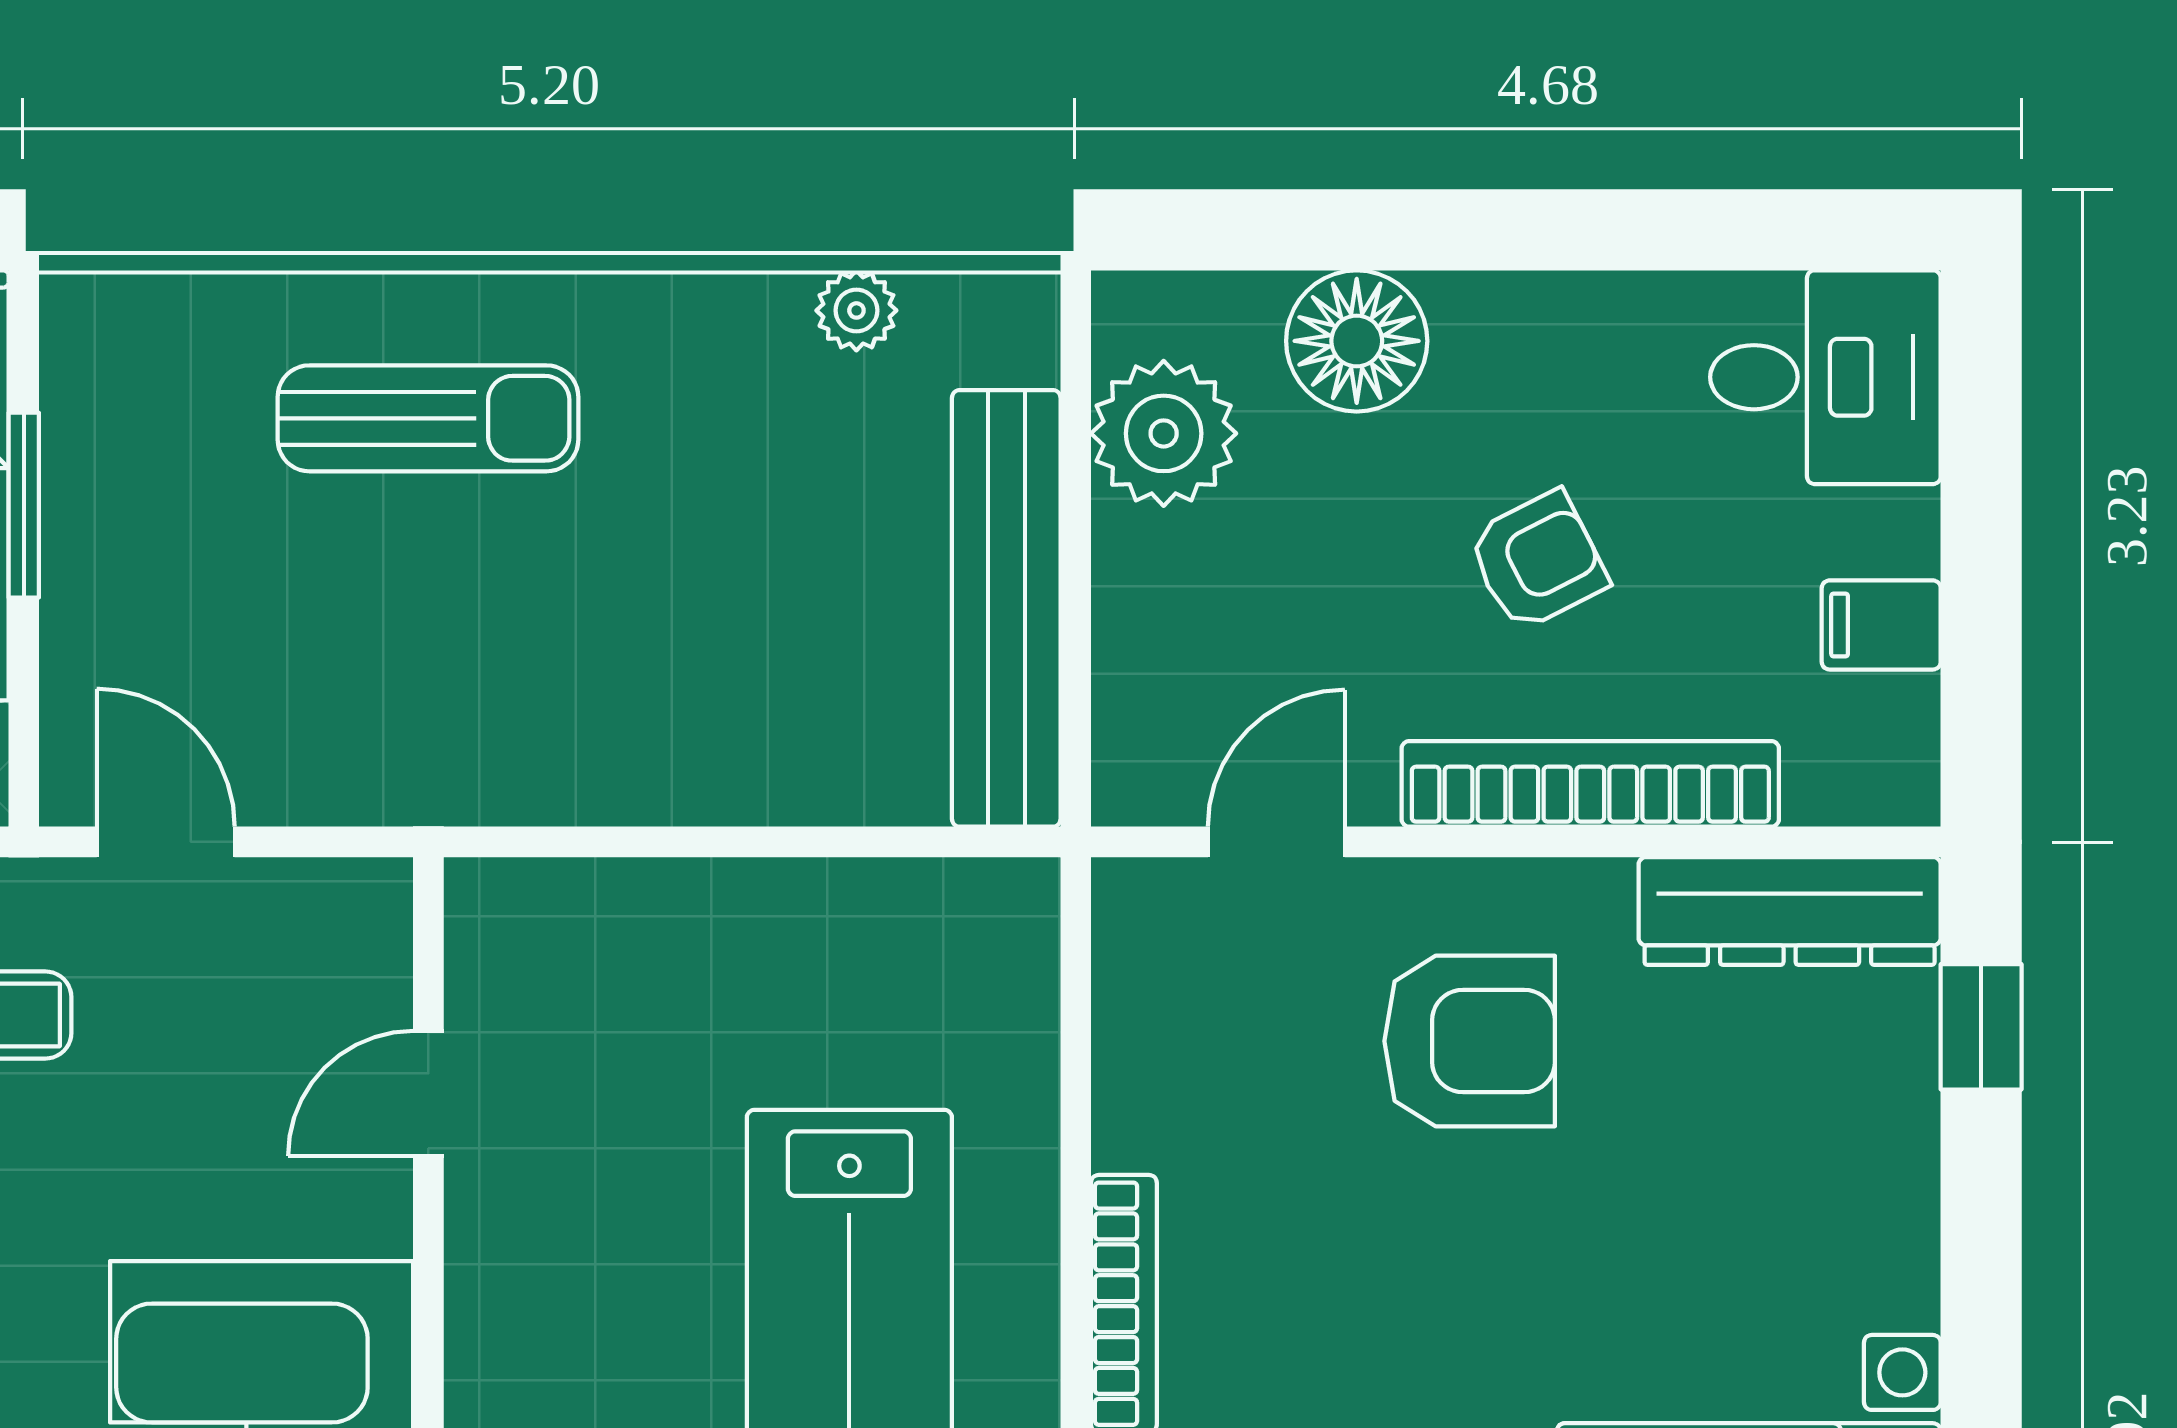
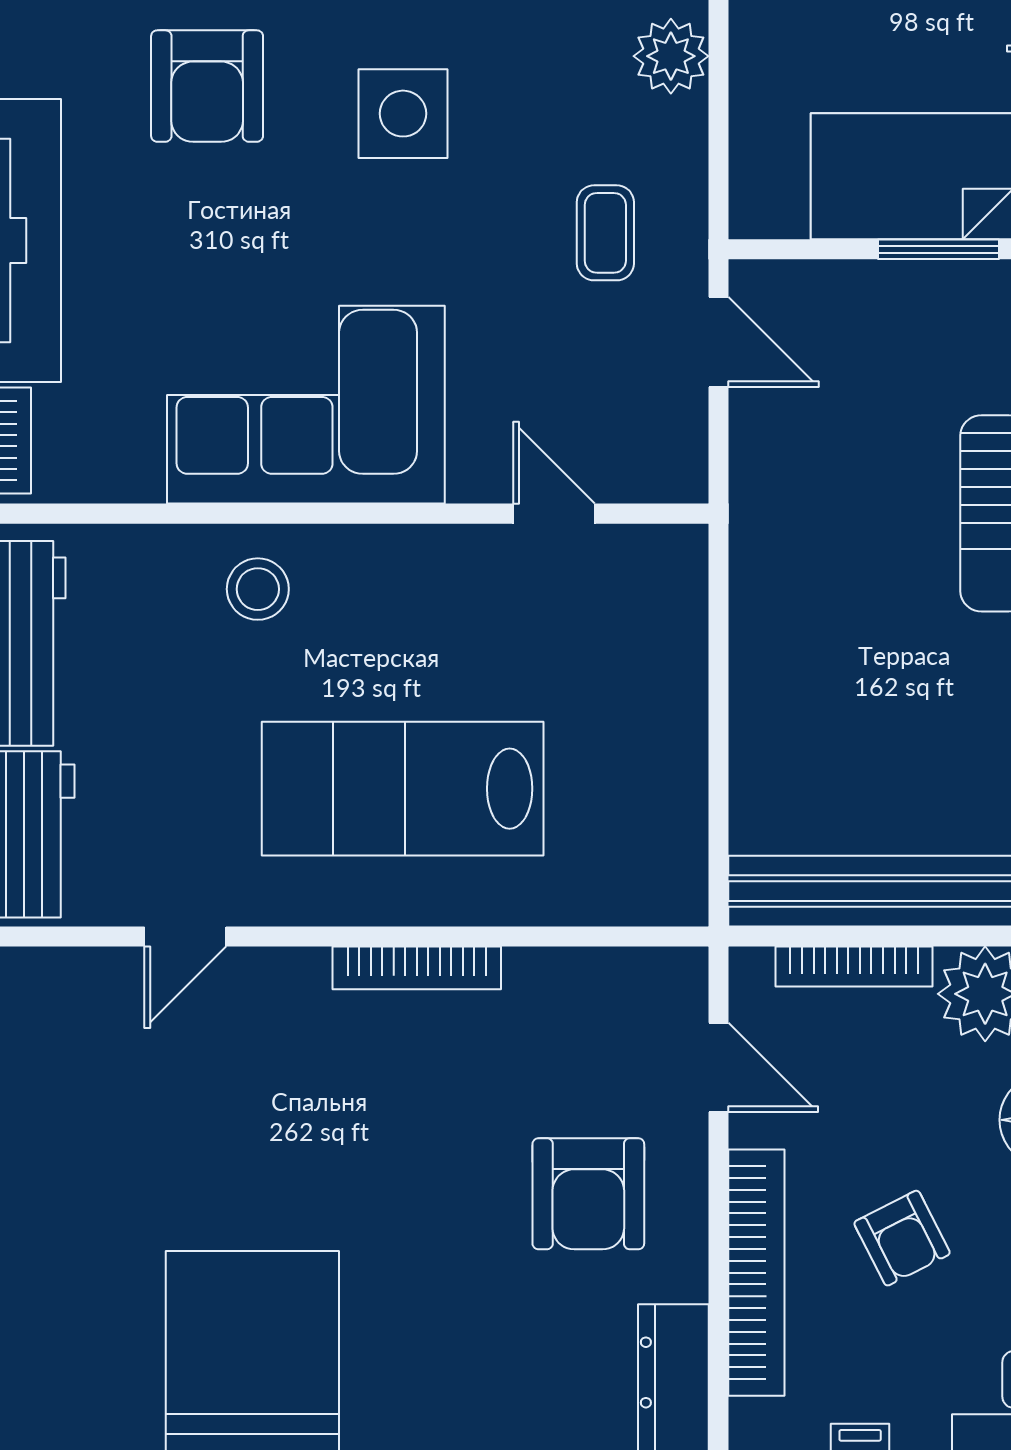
bookcase: (1122, 634) -> (854, 966), added
door: (166, 842) -> (718, 342), hinge flipped

